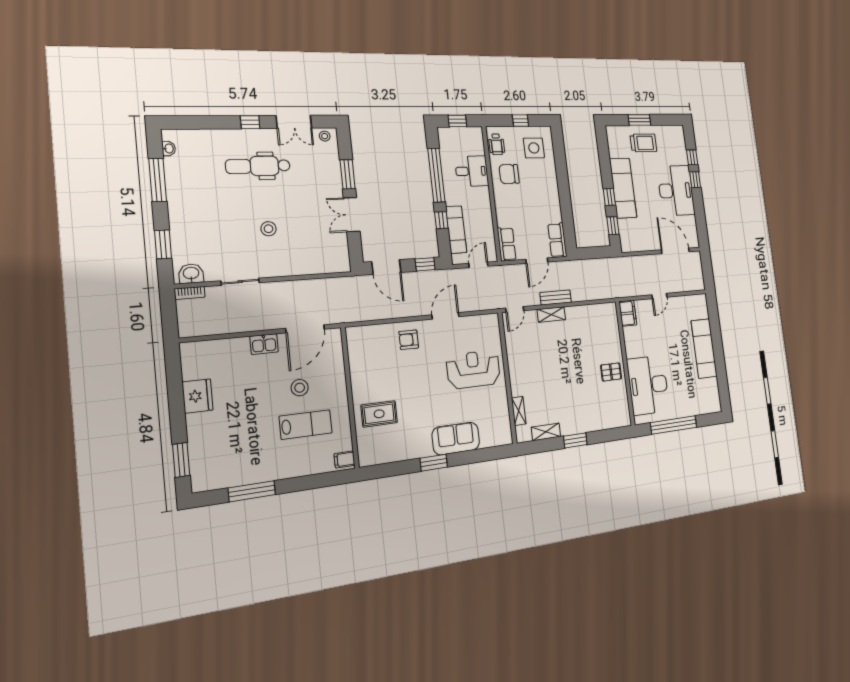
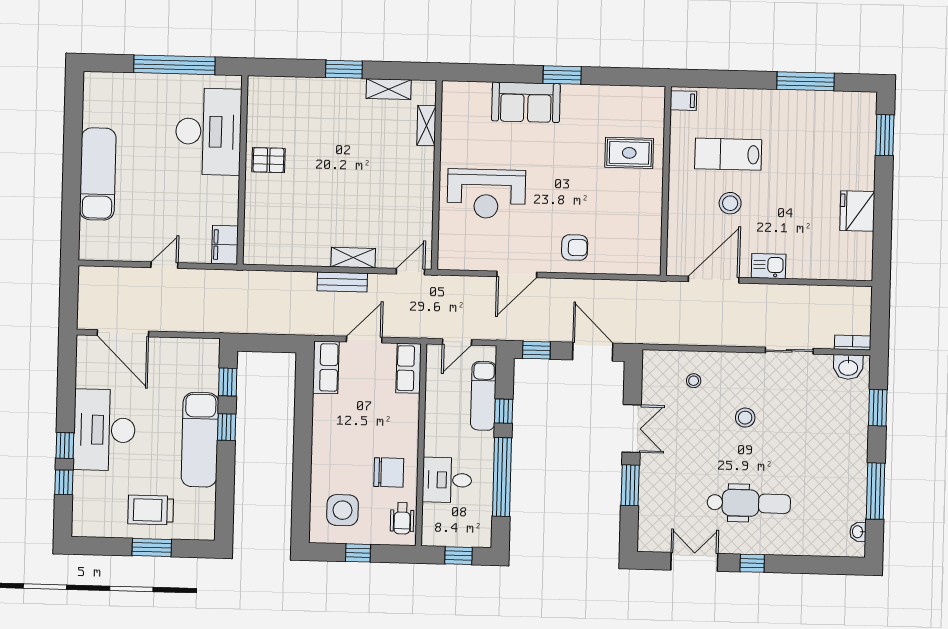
stool: (325, 136) -> (694, 381), moved
wheelchair: (497, 144) -> (402, 518), turned 180

